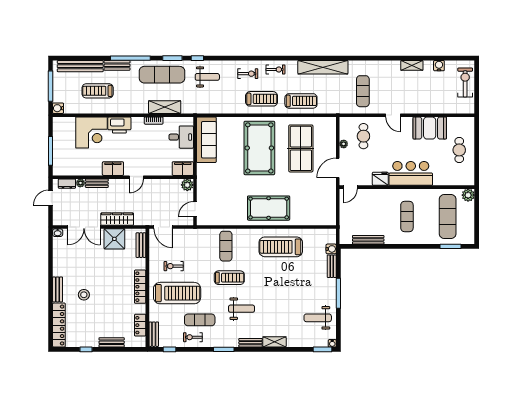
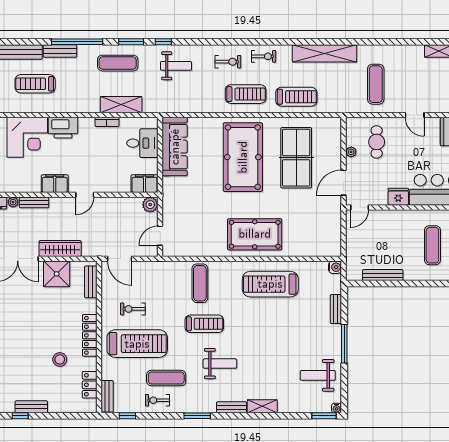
exercise mat: (162, 75) -> (118, 63), width x0.73, depth x0.69
water cooler: (331, 249) -> (335, 267), moved
stool: (84, 295) -> (60, 359), moved
bench: (112, 342) -> (31, 407), moved

